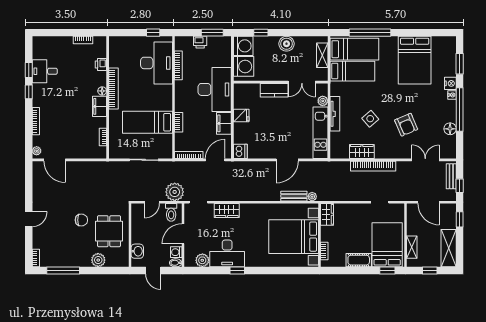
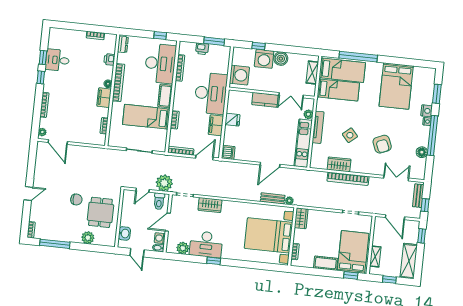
dresser: (114, 46) -> (123, 44), added
washing machine: (243, 46) -> (264, 59), moved, turned 90
cot: (166, 98) -> (165, 96), added

